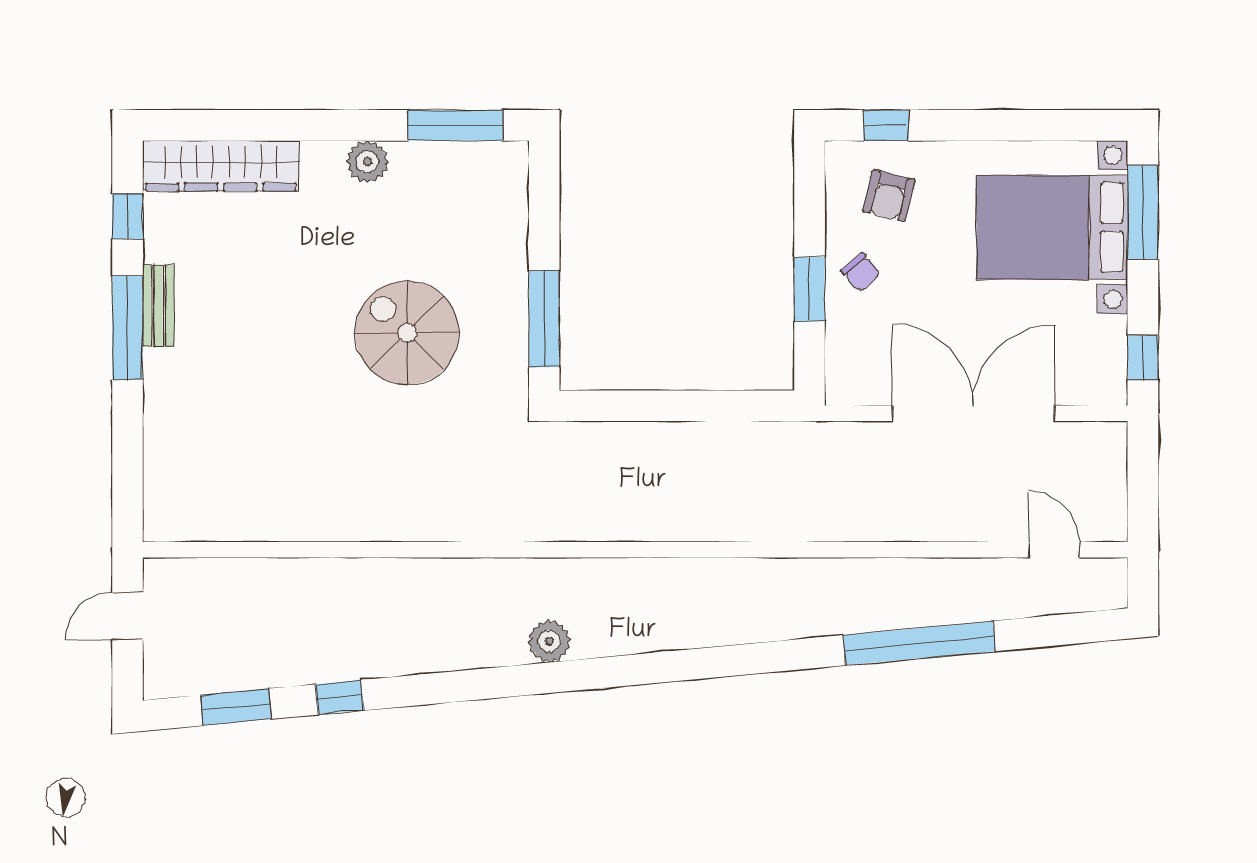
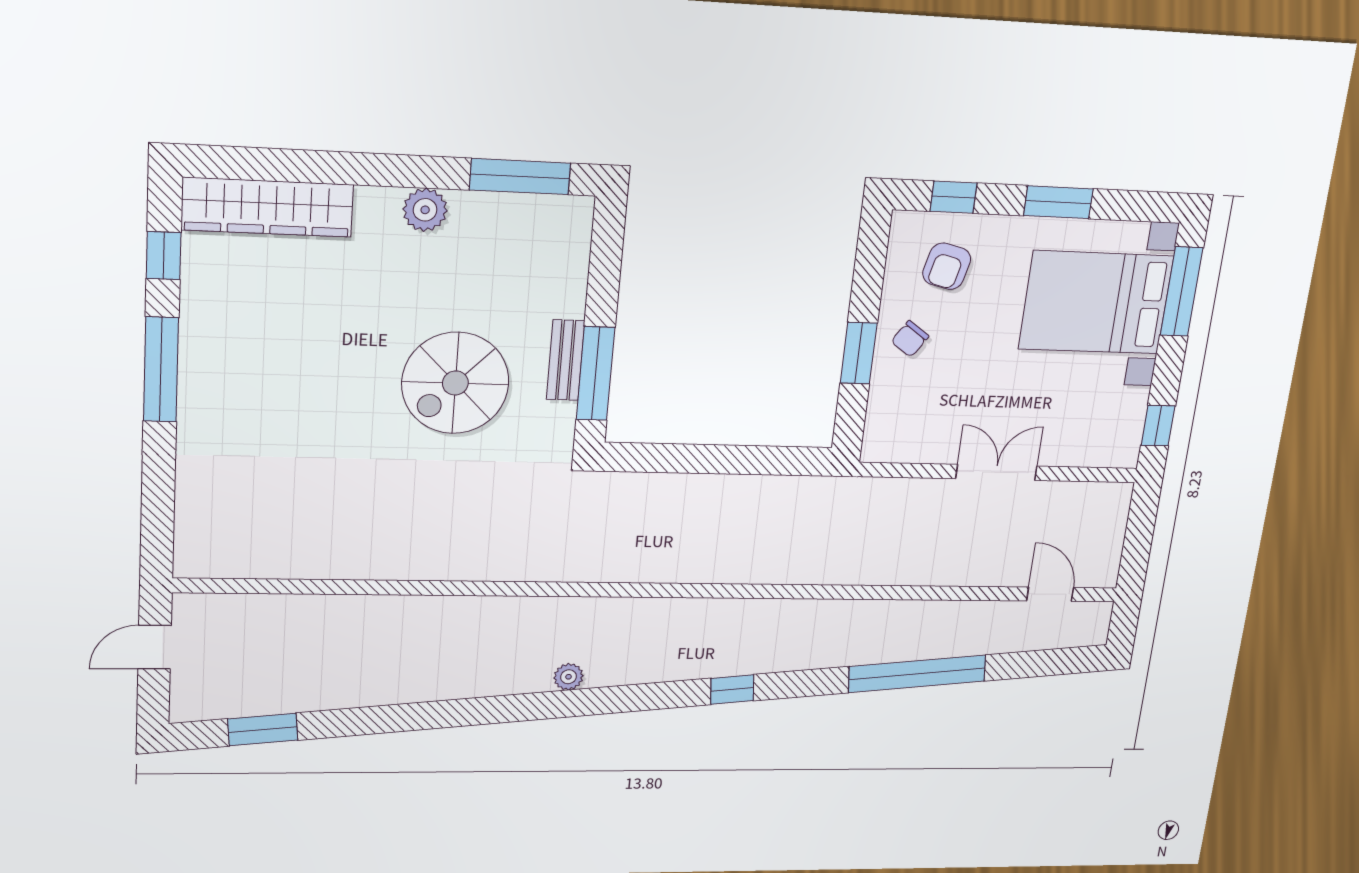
window: (996, 125) -> (1058, 202), added
chair: (861, 272) -> (910, 339), turned 76
bench: (158, 306) -> (566, 360), moved
spiral stairs: (407, 333) -> (455, 383), turned -90
double door: (974, 413) -> (996, 472), width x0.54
plant: (549, 641) -> (568, 677), width x0.73, depth x0.73
window: (340, 697) -> (732, 690), moved

